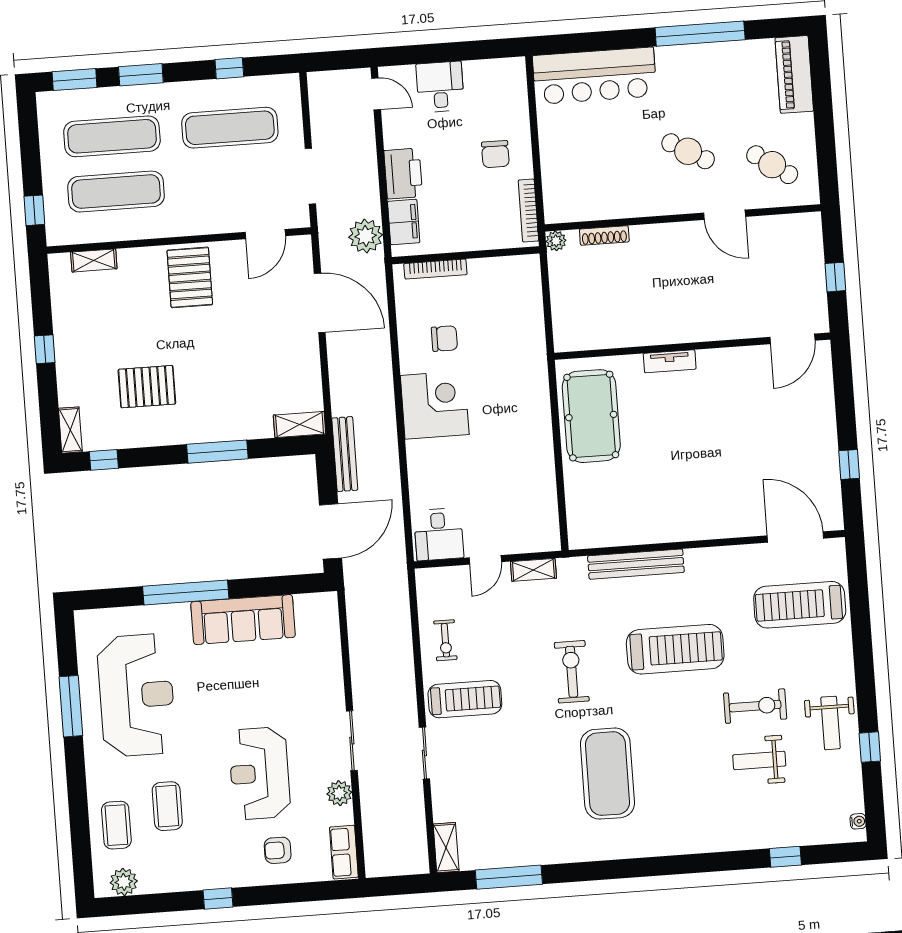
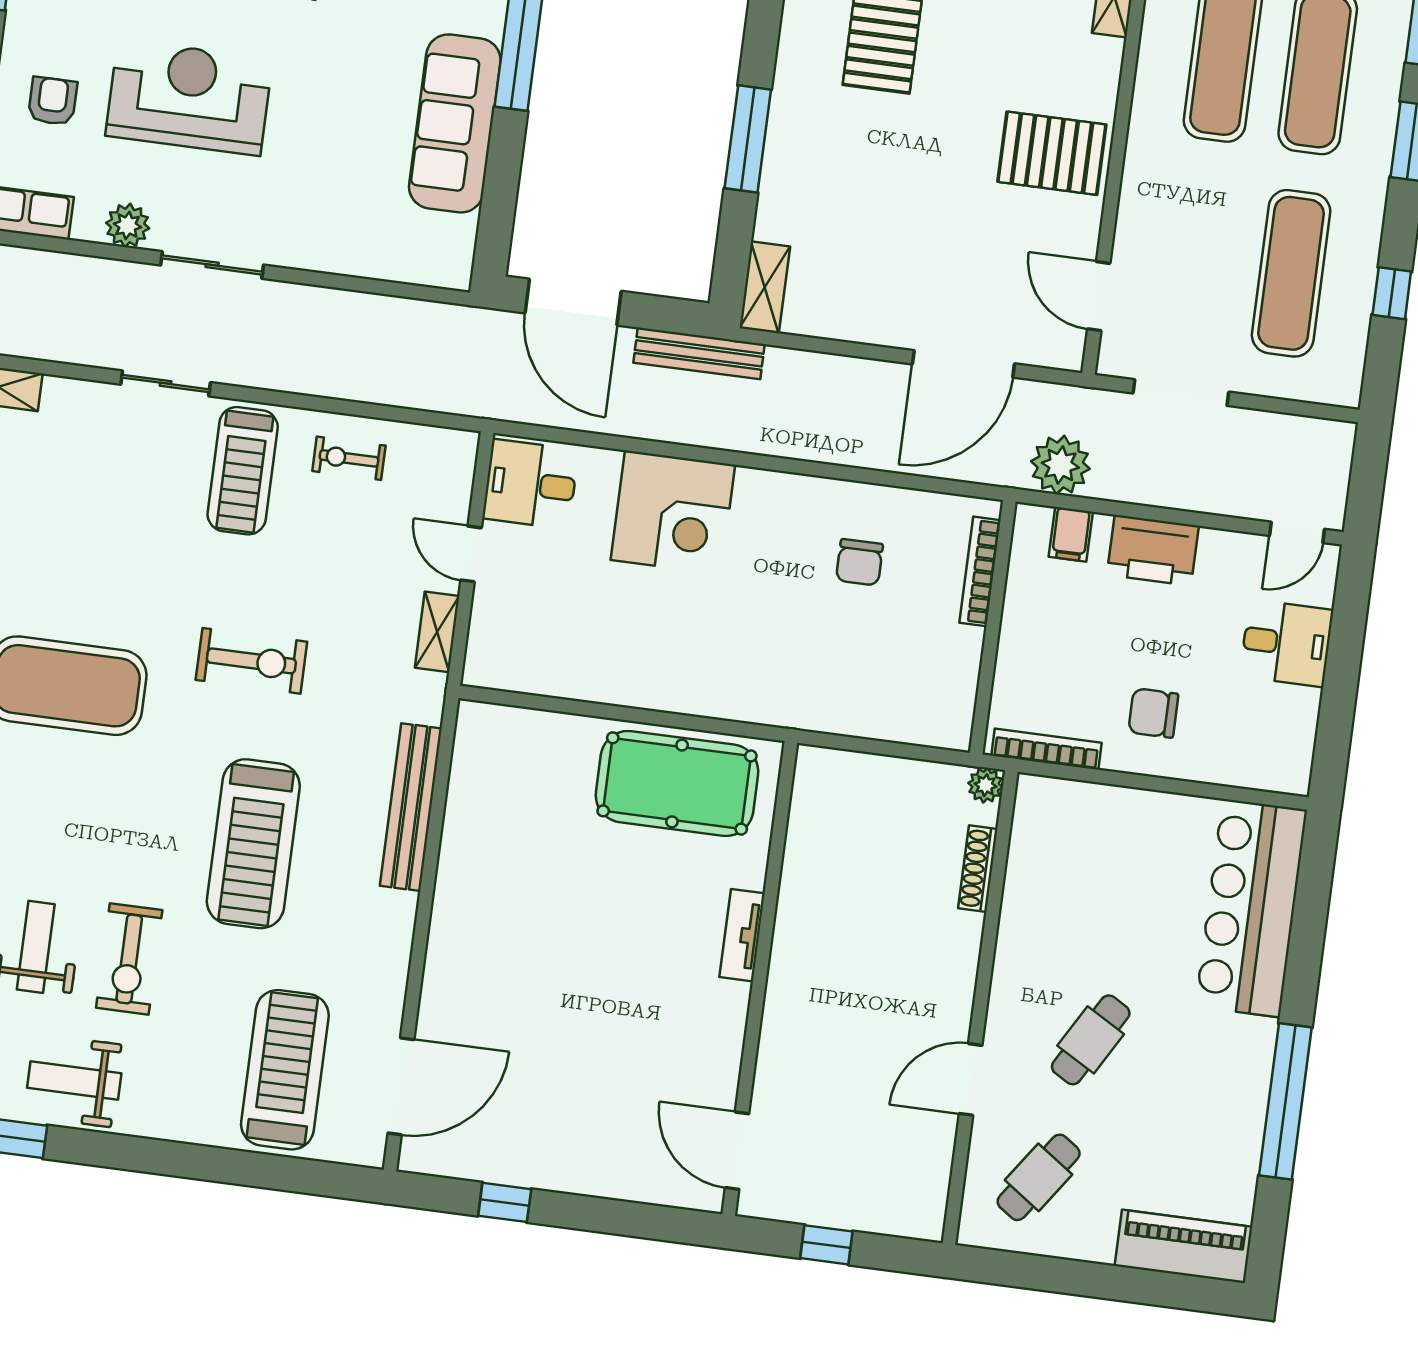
filing cabinet: (404, 222) -> (1071, 534), width x0.50
corner desk: (435, 405) -> (673, 512), moved

